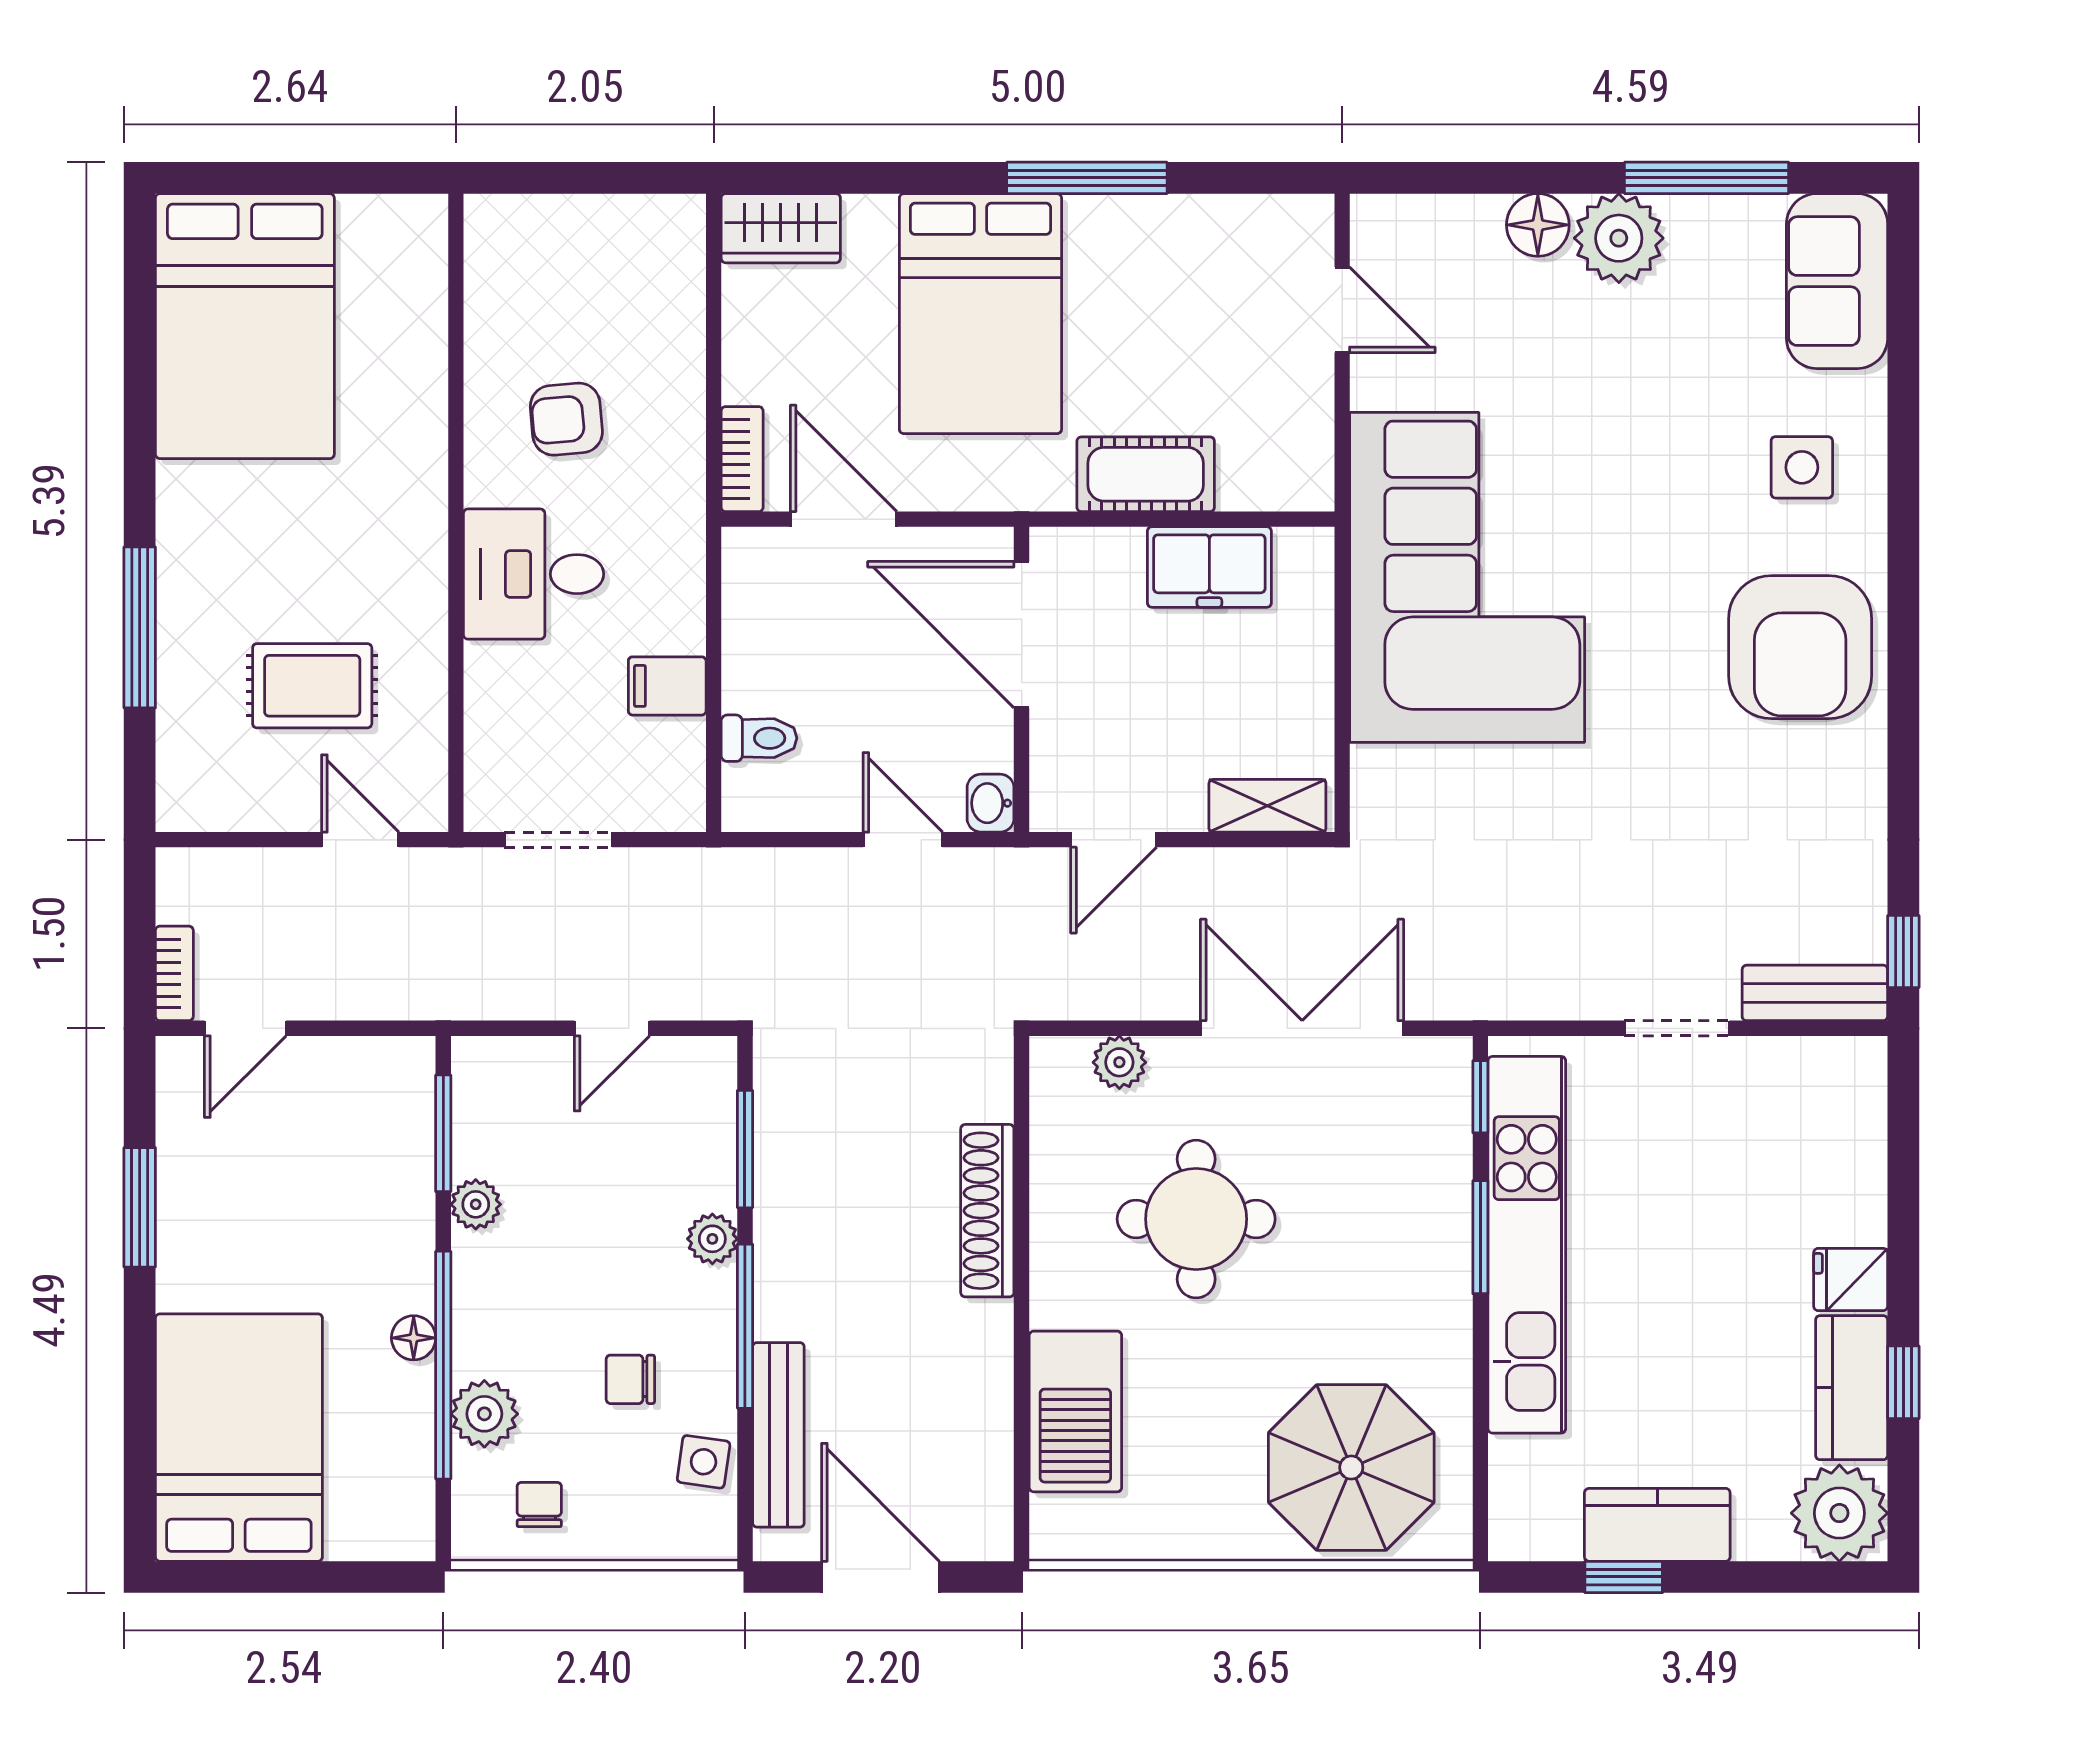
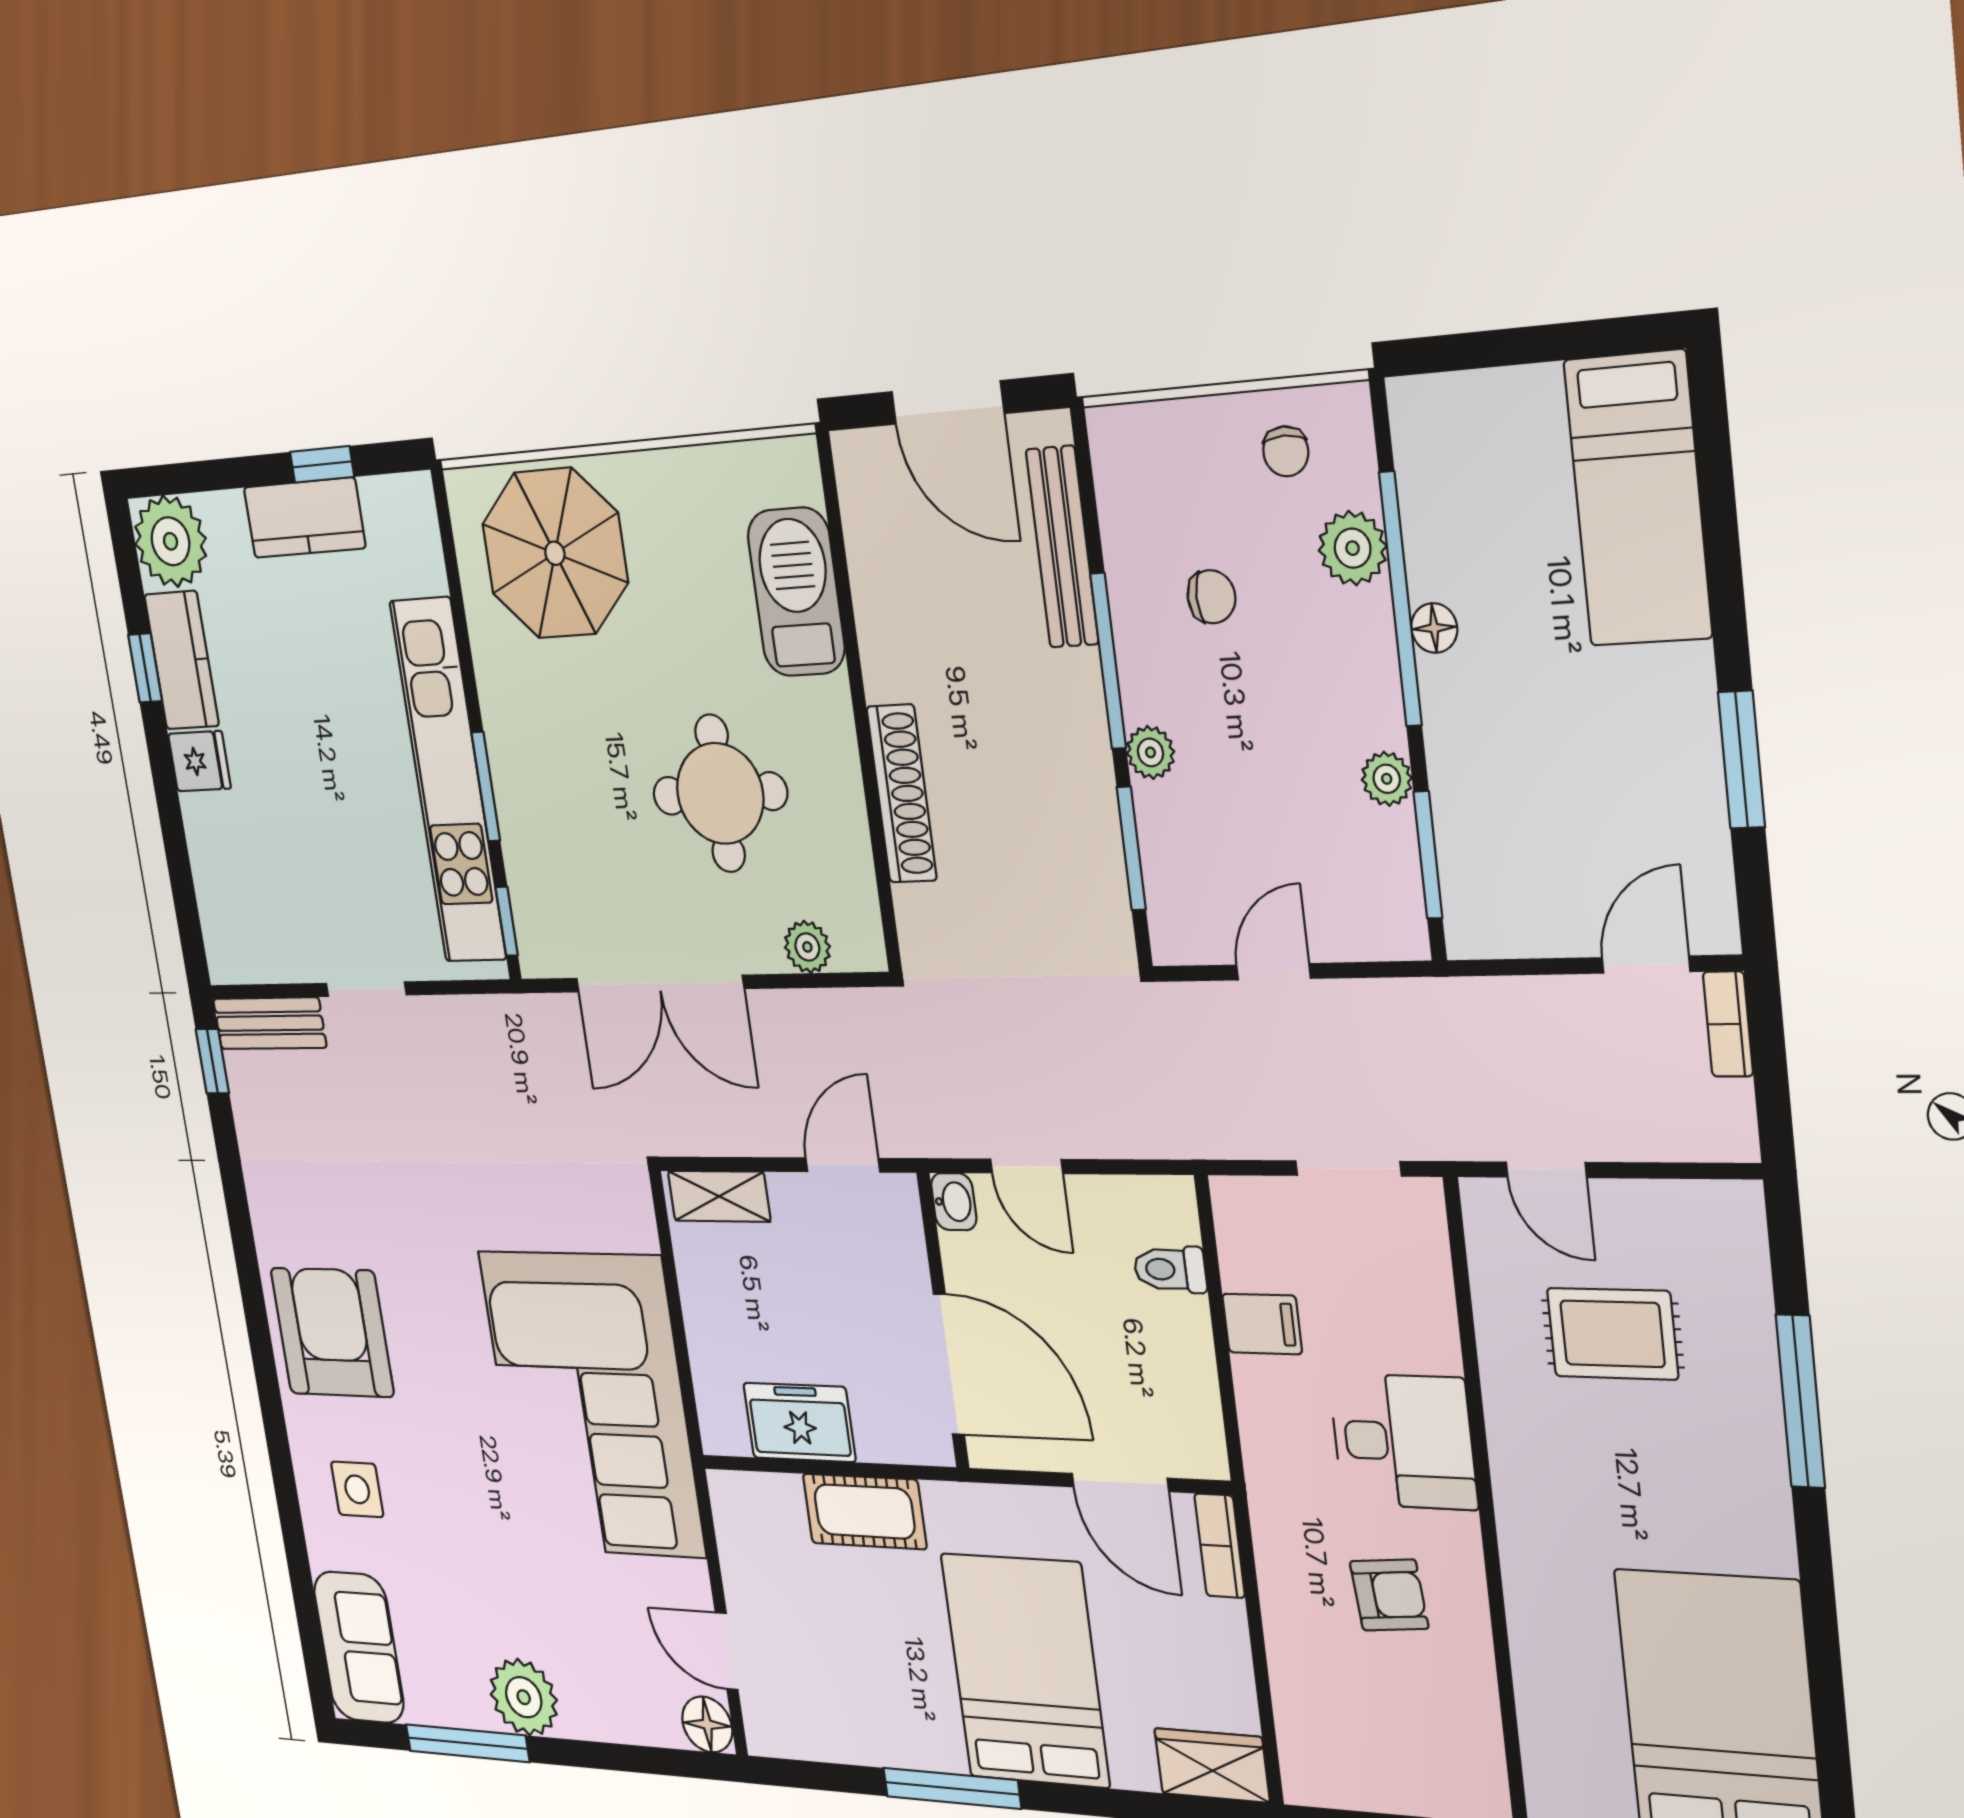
floor lamp: (1538, 225) -> (707, 1724), moved
bed: (239, 1438) -> (1638, 499), width x0.67
side table: (704, 1462) -> (1130, 512), removed

